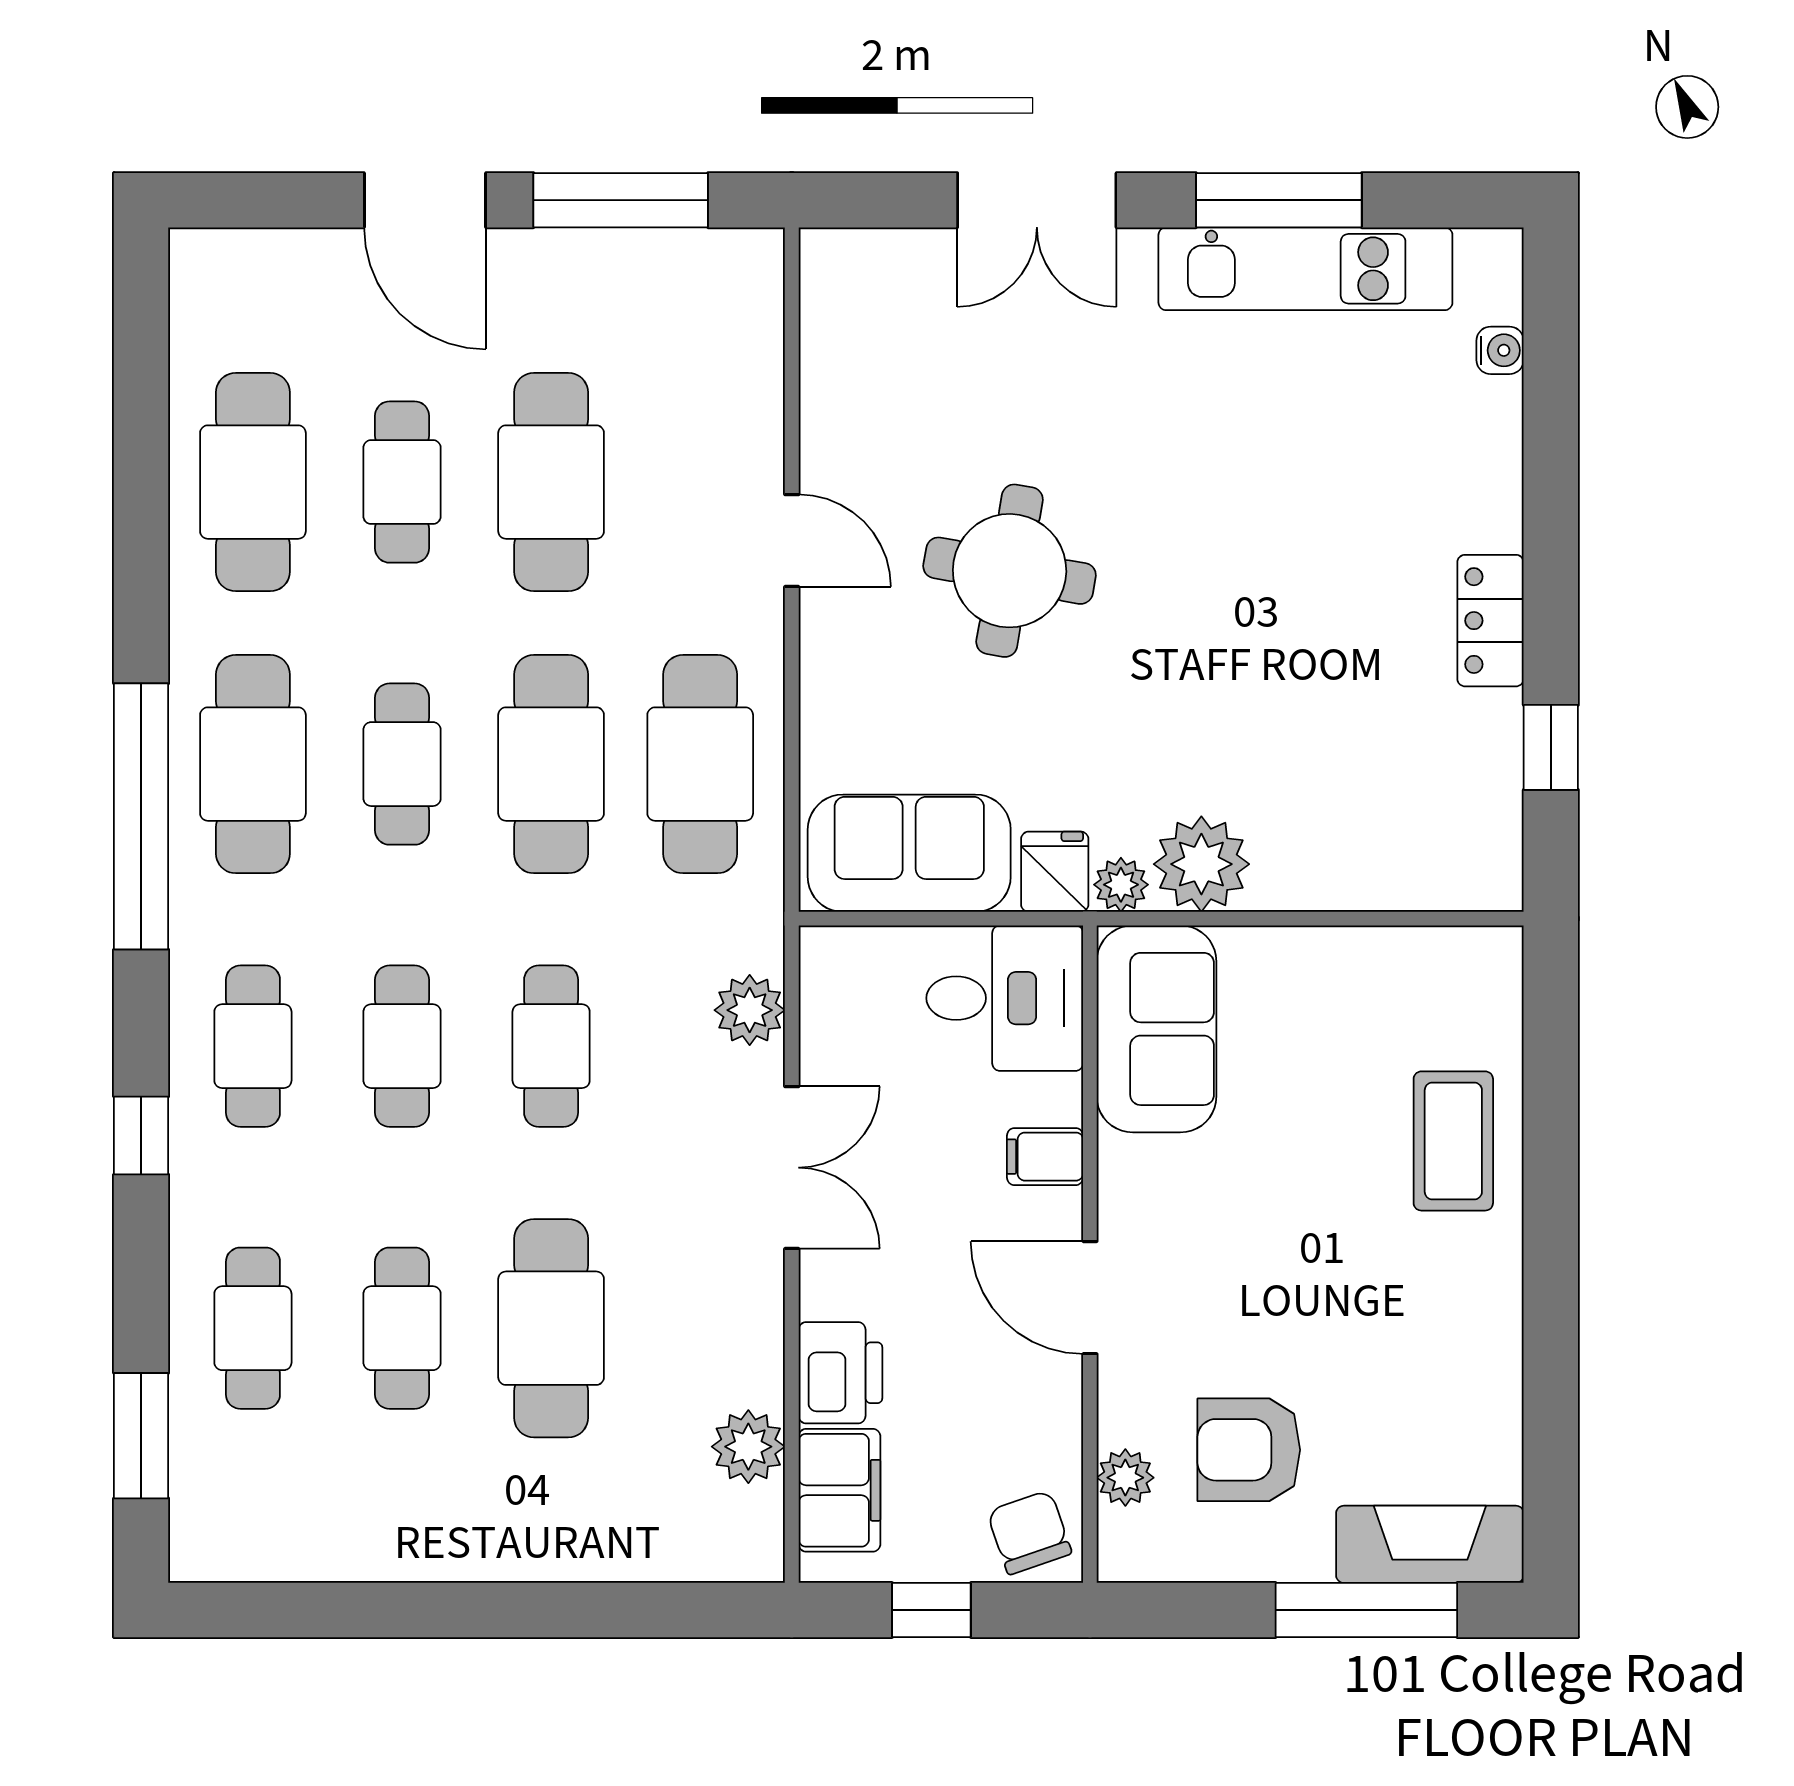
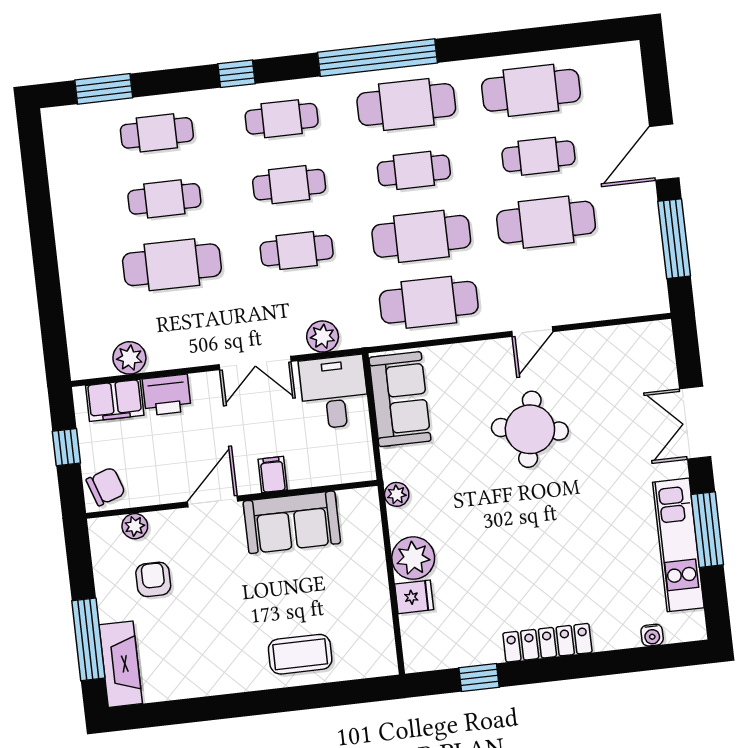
locker: (1490, 621) -> (547, 643), width x1.53
plant: (1201, 864) -> (413, 558), moved
fridge: (1055, 872) -> (414, 597), moved
desk: (1005, 998) -> (334, 392), moved, turned 180
sofa: (1157, 1029) -> (292, 522), moved
armchair: (1249, 1450) -> (153, 579), width x0.72, depth x0.72

